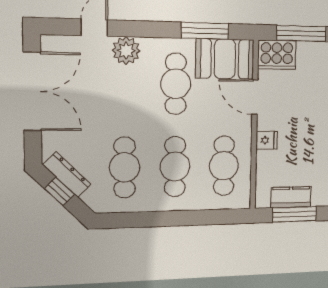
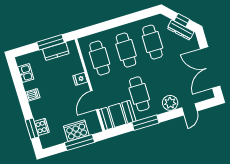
window: (205, 31) -> (145, 123), moved
cooker: (277, 55) -> (76, 131), moved
door: (255, 97) -> (94, 100), swing flipped

